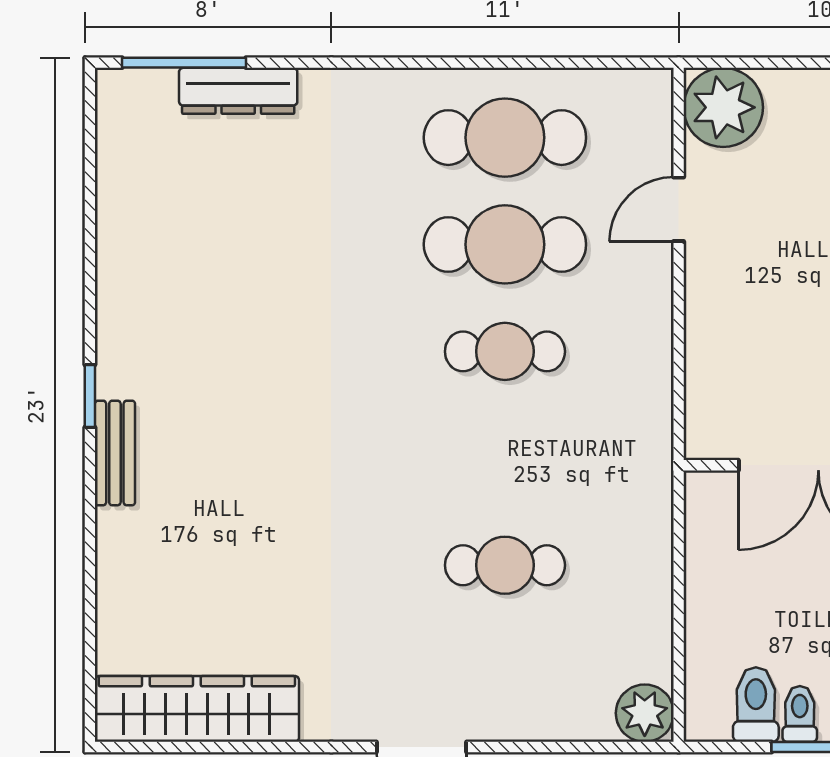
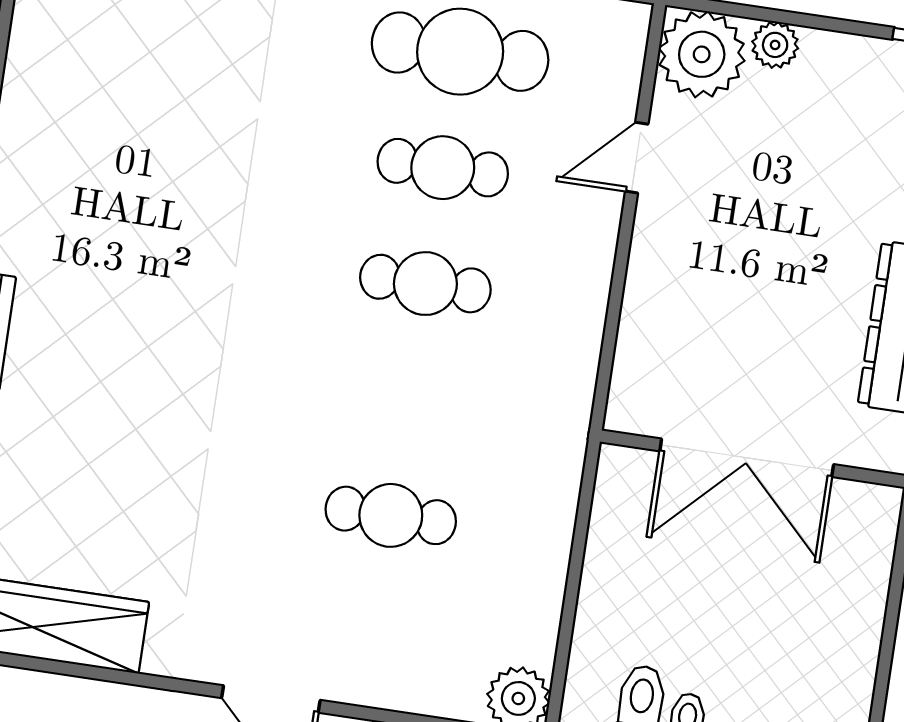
plant: (788, 89) -> (775, 45), added
cafe table: (505, 244) -> (443, 168), width x0.73, depth x0.74

